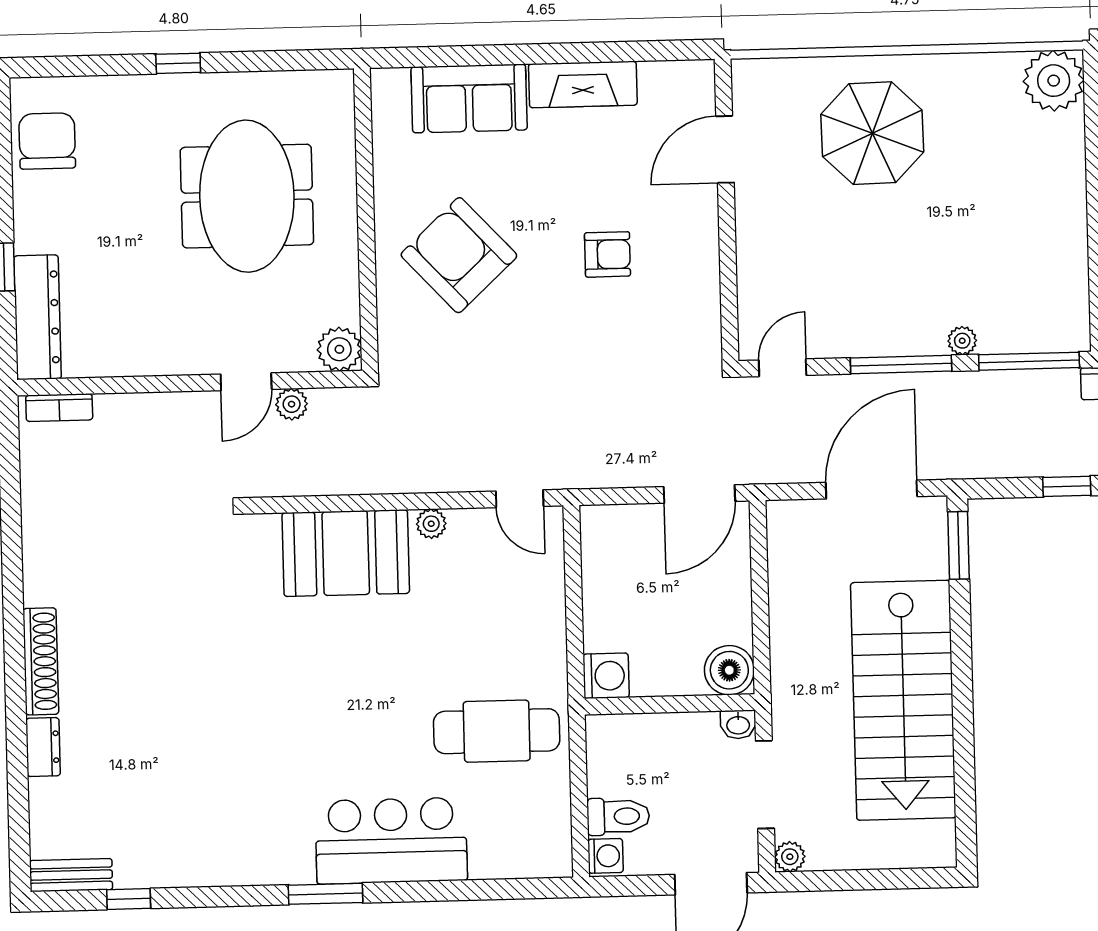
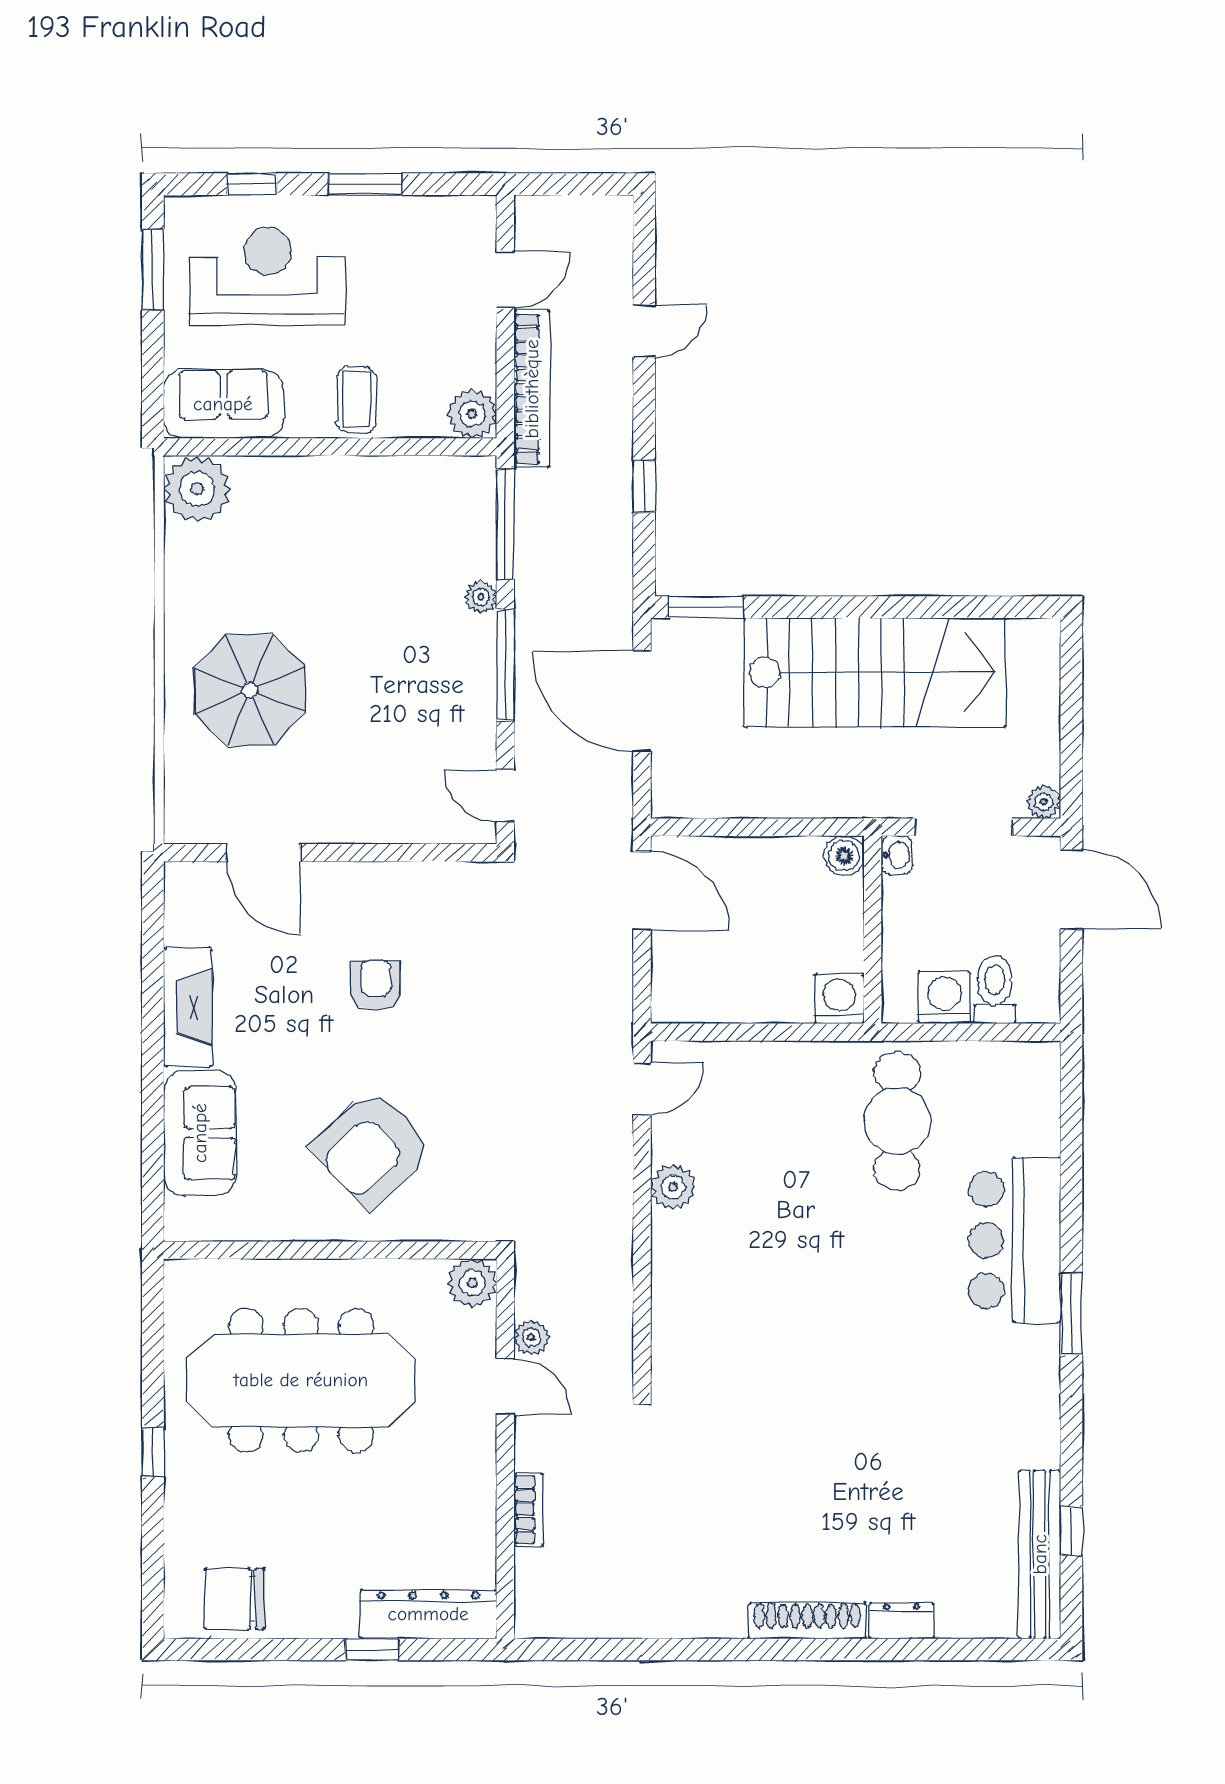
meeting table: (247, 196) -> (301, 1380), width x1.36
bookcase: (59, 408) -> (528, 1510), moved
plant: (431, 524) -> (673, 1187), width x1.38, depth x1.38
booth: (346, 553) -> (697, 1282), removed
boiler: (729, 670) -> (844, 856), width x0.73, depth x0.73
washing machine: (605, 856) -> (944, 998), moved, width x1.38, depth x1.38
bench: (71, 875) -> (1040, 1554), width x1.86, depth x1.21

